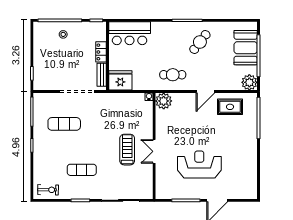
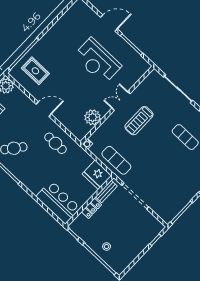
plant: (164, 101) -> (93, 117), moved
rug: (230, 107) -> (35, 71), moved
exercise mat: (64, 124) -> (116, 160), moved
double door: (154, 151) -> (121, 101), swing flipped

